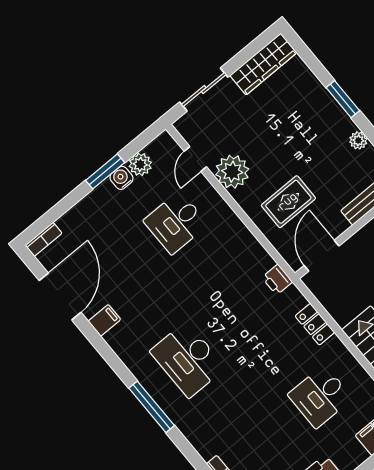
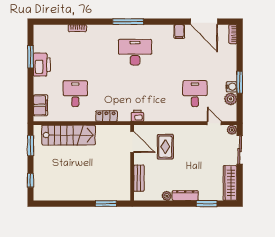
window: (343, 99) -> (207, 204), moved
dresser: (336, 114) -> (185, 196), added
plant: (232, 172) -> (232, 130), moved, width x0.53, depth x0.53

